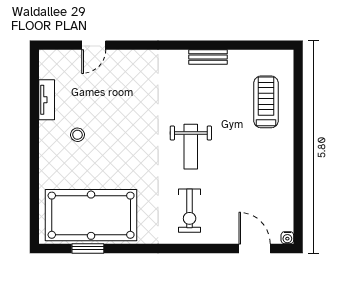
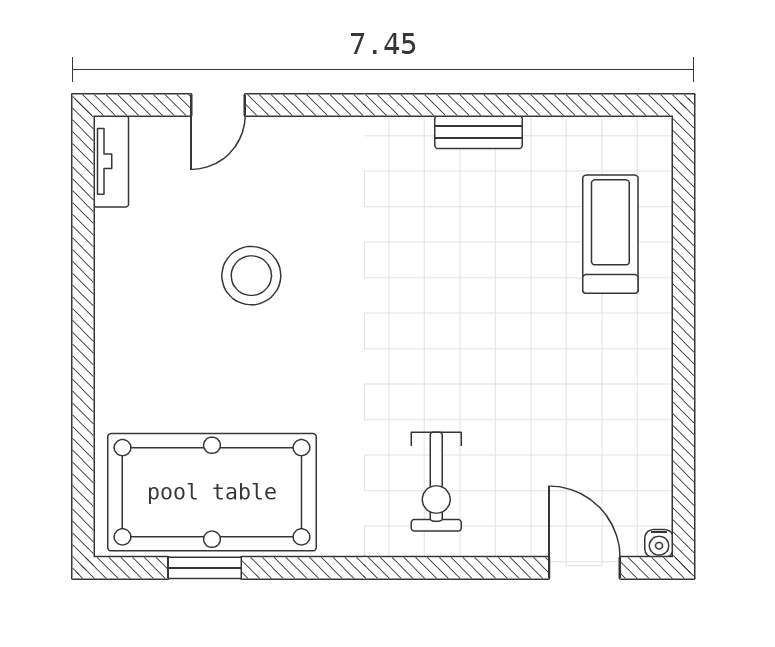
tv unit: (47, 100) -> (111, 161), moved
stool: (77, 135) -> (251, 276), moved, width x1.89, depth x1.89
weight bench: (191, 147) -> (439, 336), removed

